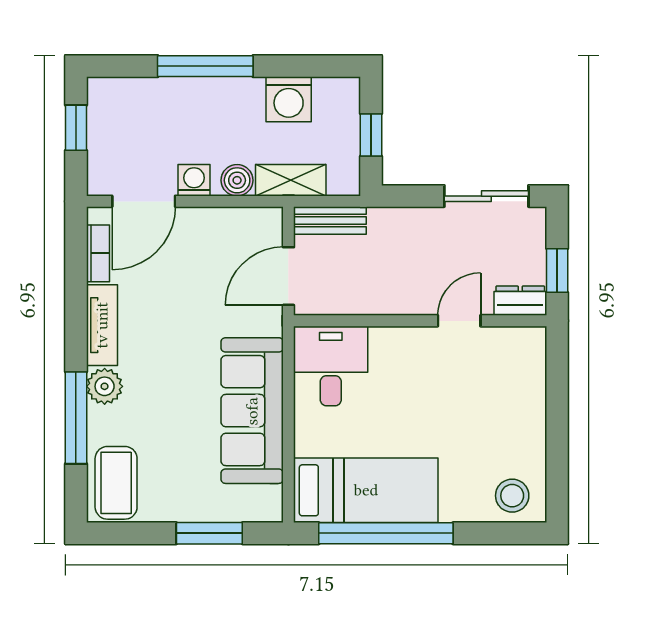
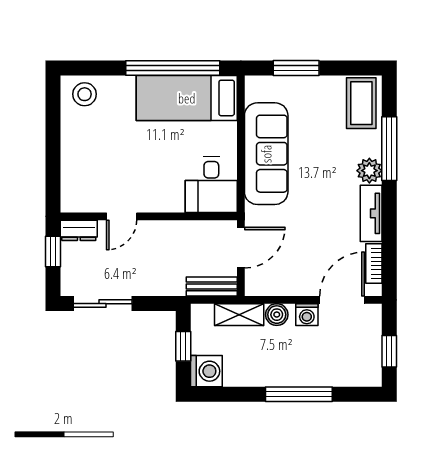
washing machine: (289, 99) -> (206, 371), moved, turned 90

